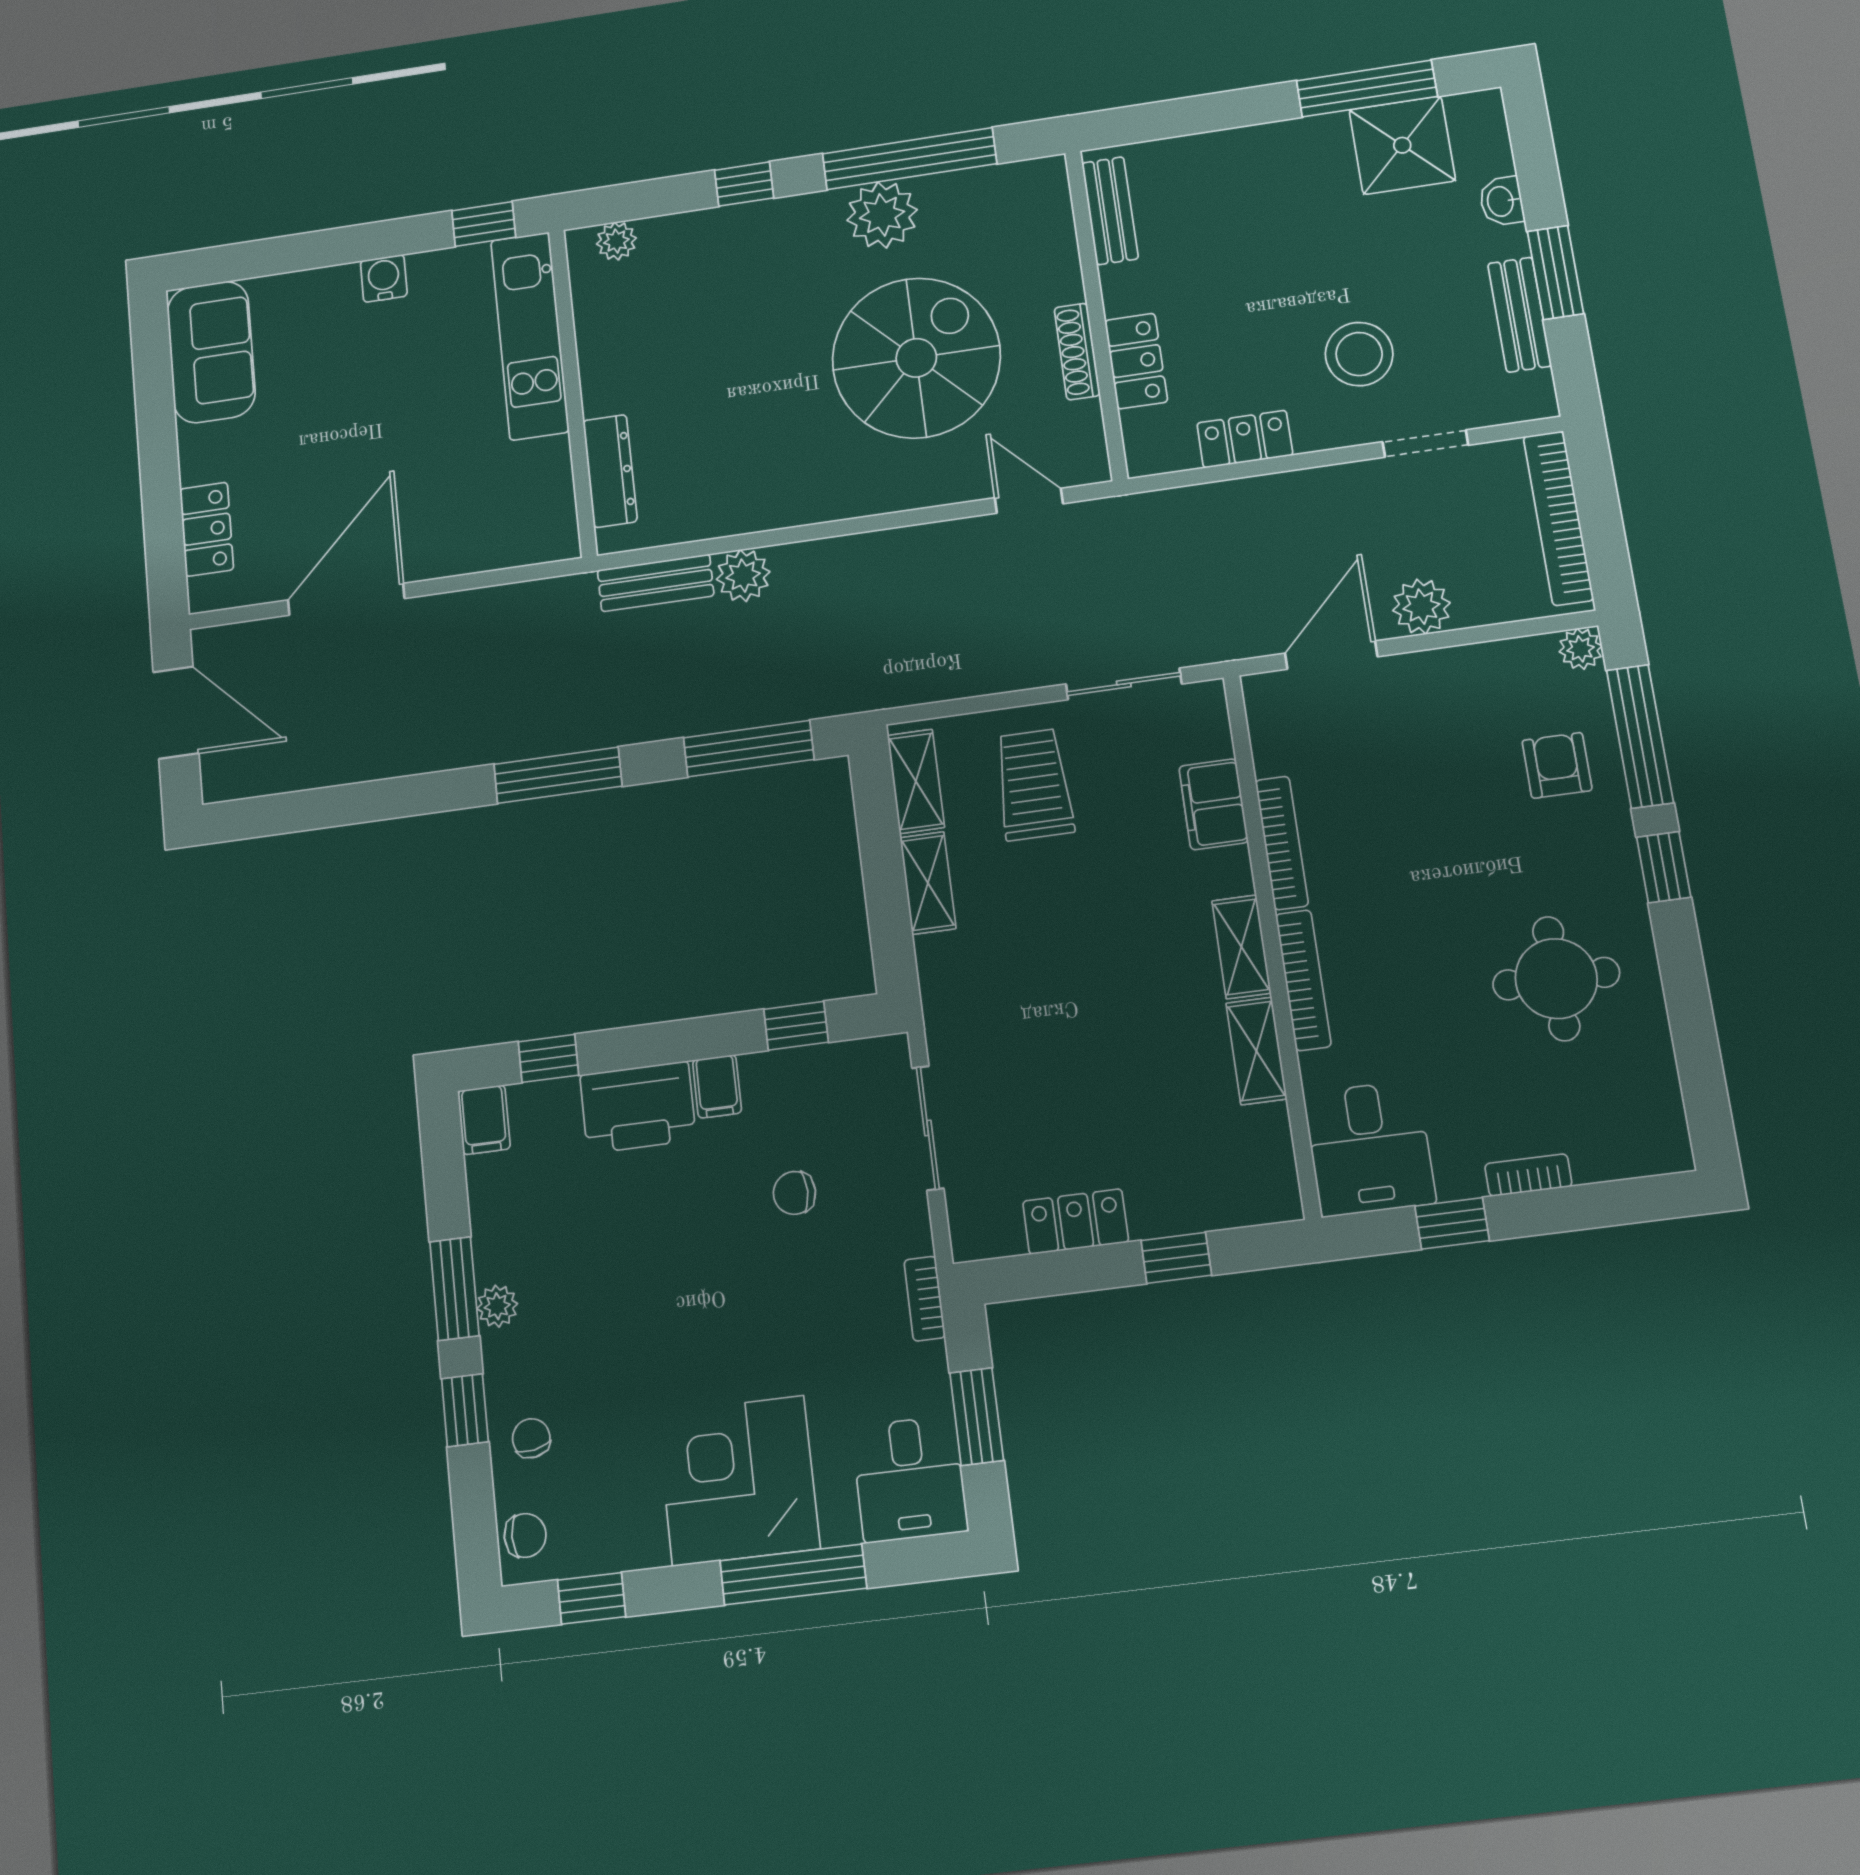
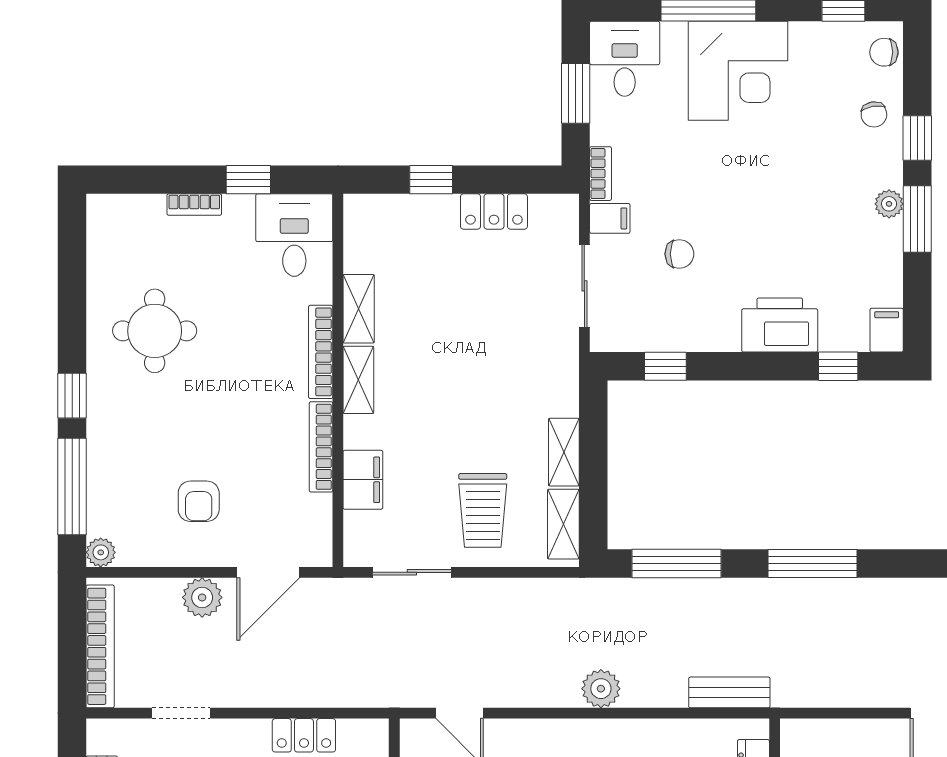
plant: (743, 576) -> (601, 689), moved
armchair: (1557, 765) -> (199, 501), moved
filing cabinet: (717, 1086) -> (610, 218), moved, turned 90

